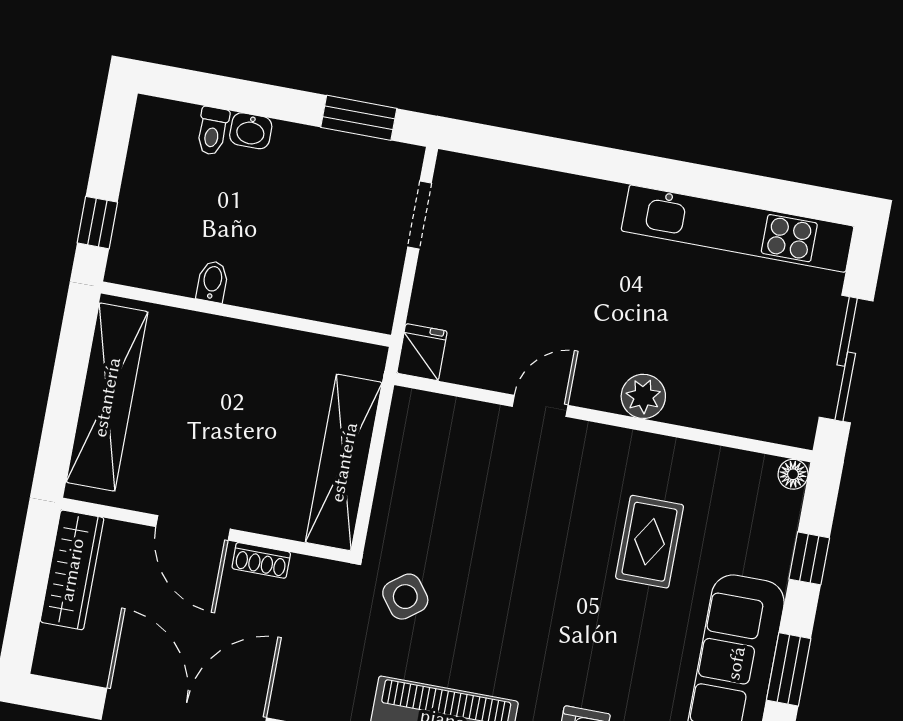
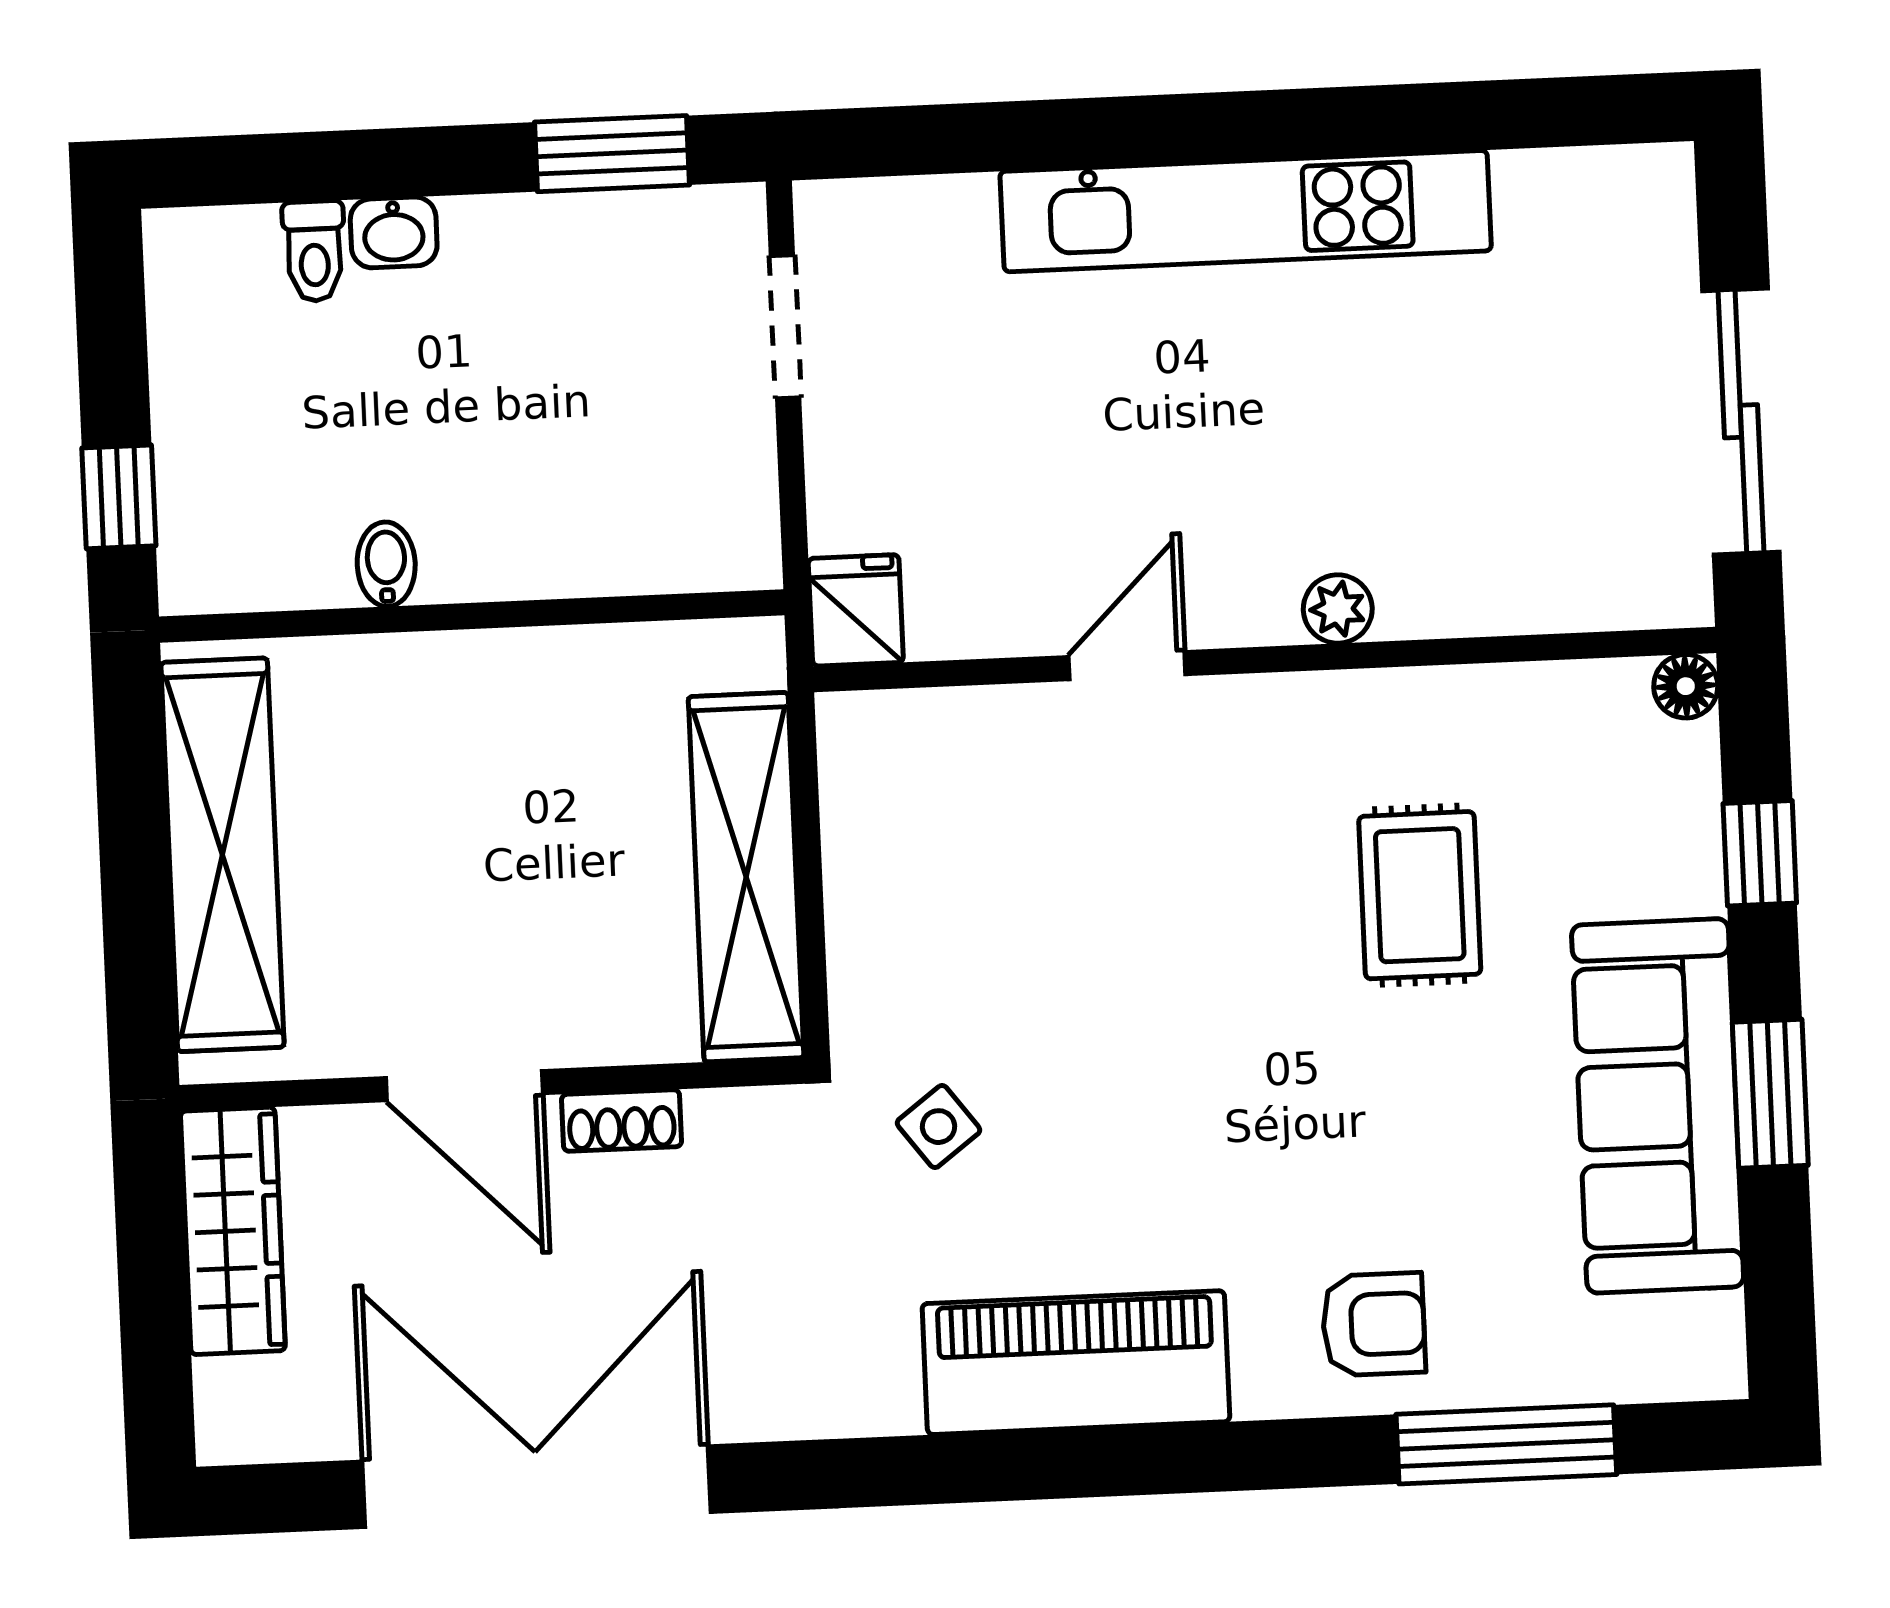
kitchen unit: (738, 229) -> (1246, 211), moved
plant: (643, 396) -> (1338, 609), width x0.73, depth x0.73
side table: (405, 597) -> (939, 1127), width x0.73, depth x0.73

